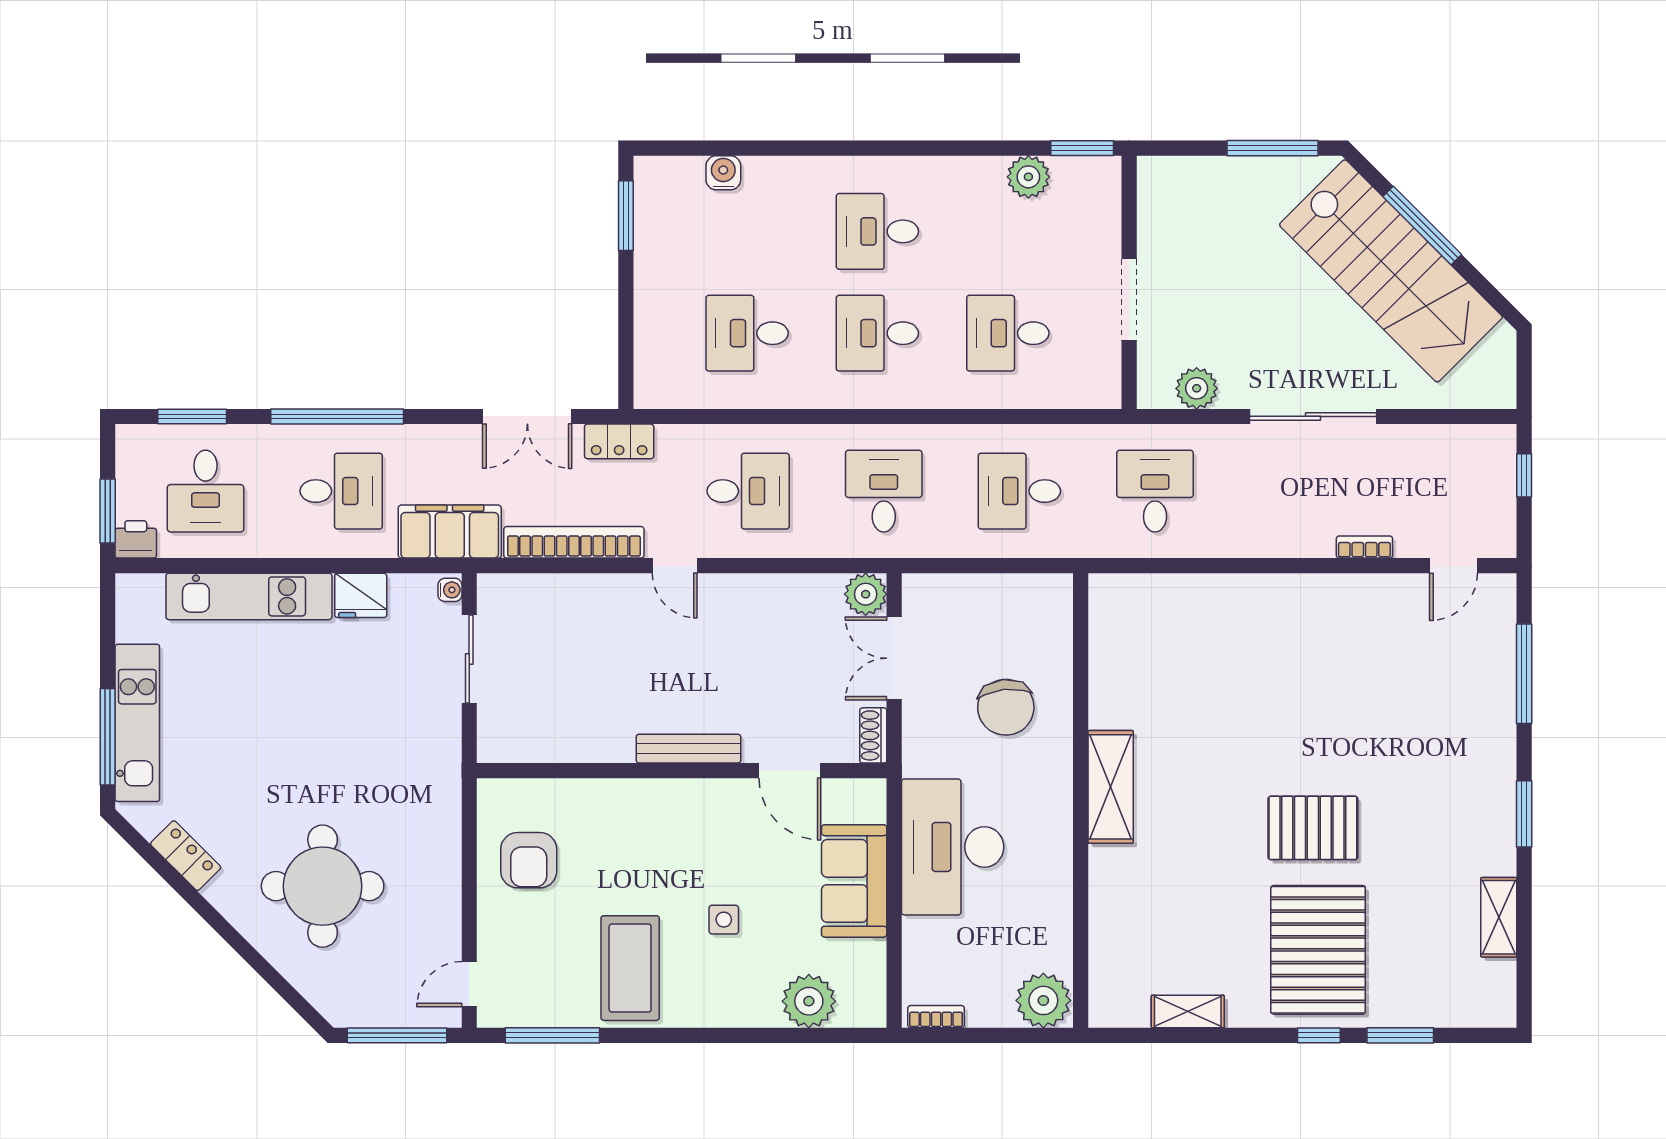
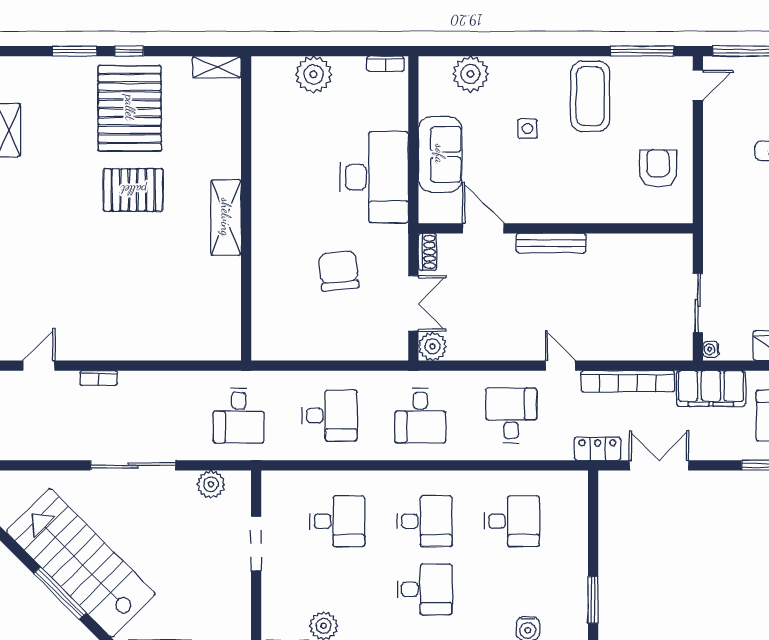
desk: (748, 491) -> (511, 415), turned 90
shelving: (1111, 787) -> (226, 217), moved
wall: (1081, 800) -> (246, 208), moved

